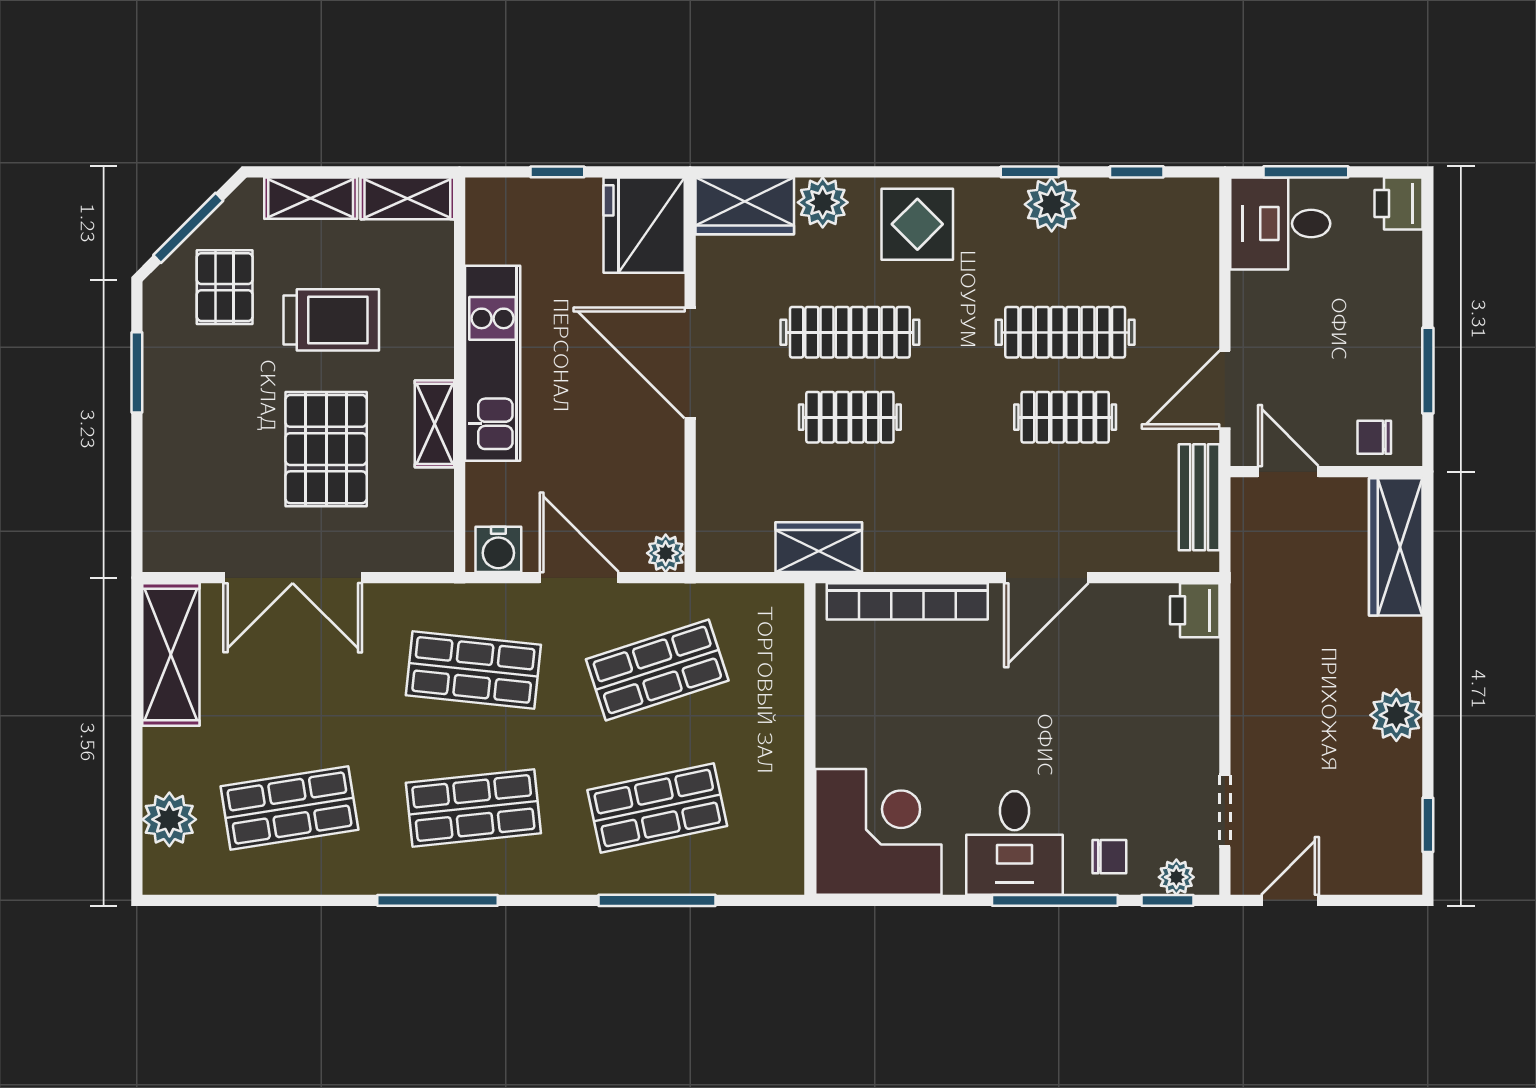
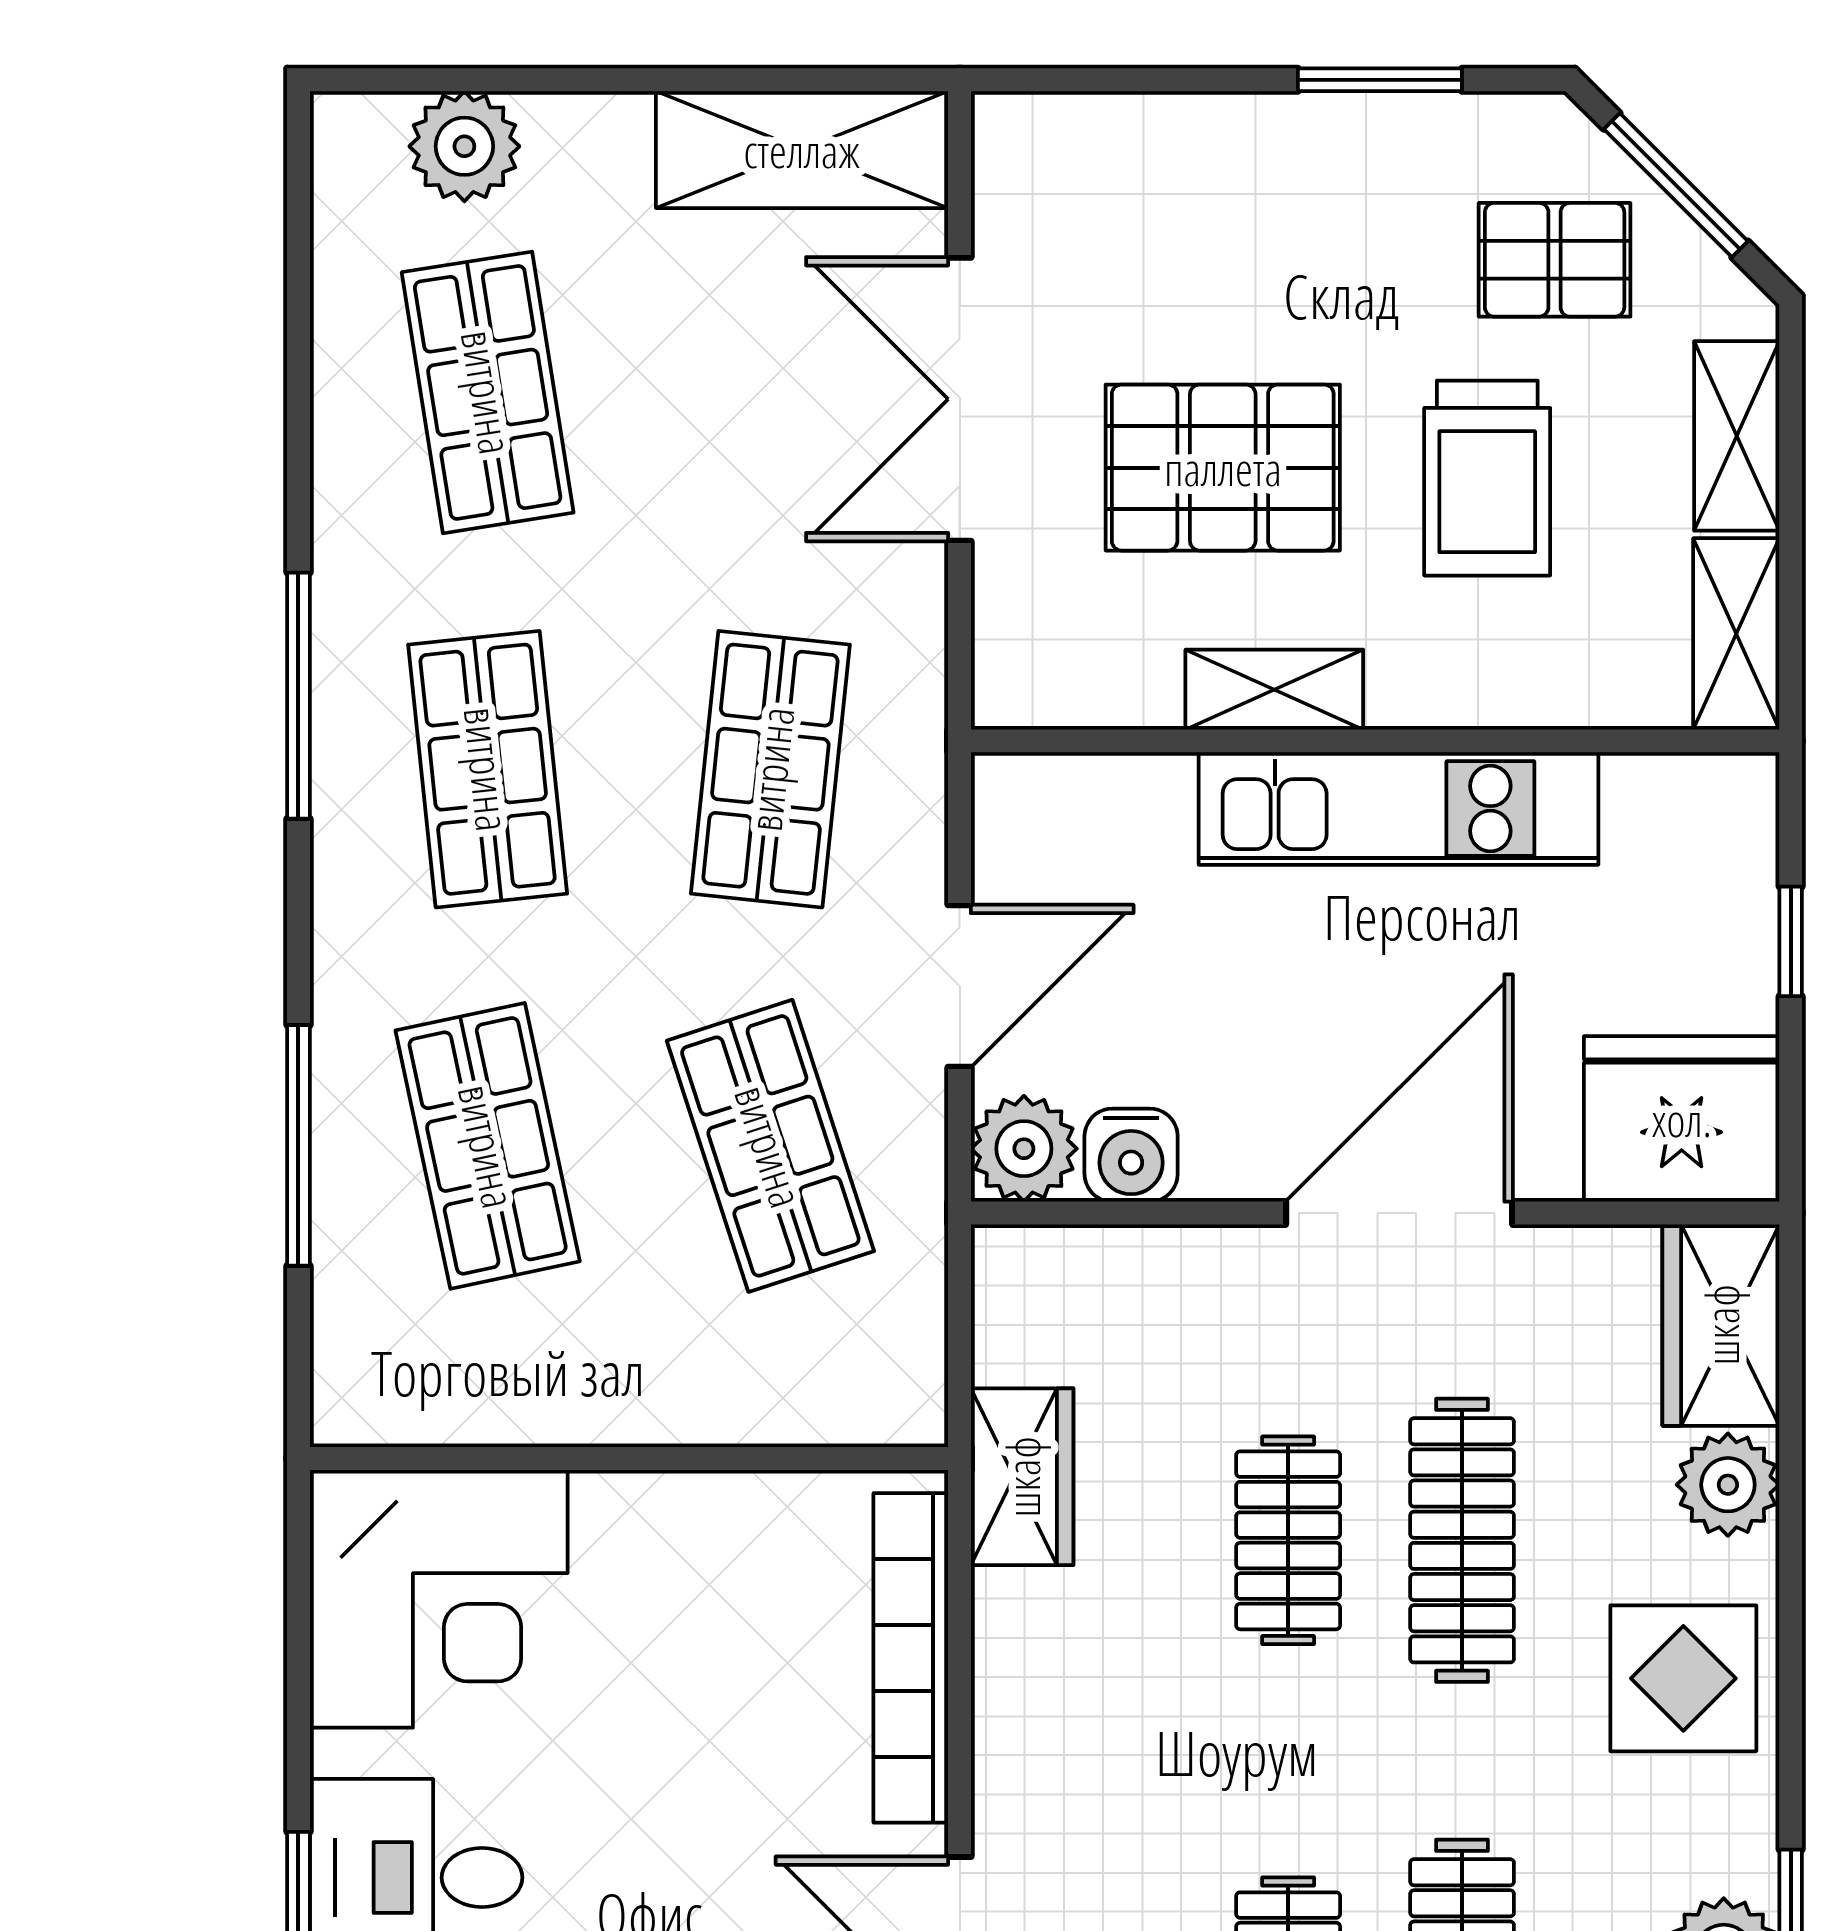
water cooler: (498, 549) -> (1131, 1155), moved, turned -90
plant: (666, 553) -> (1024, 1149), width x1.38, depth x1.38

